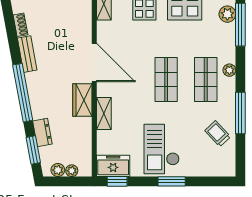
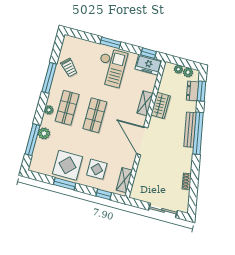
plant: (227, 14) -> (44, 133), moved
bench: (27, 54) -> (190, 130), moved, width x1.36
wardrobe: (82, 100) -> (161, 106), moved
dresser: (42, 132) -> (193, 91), moved

